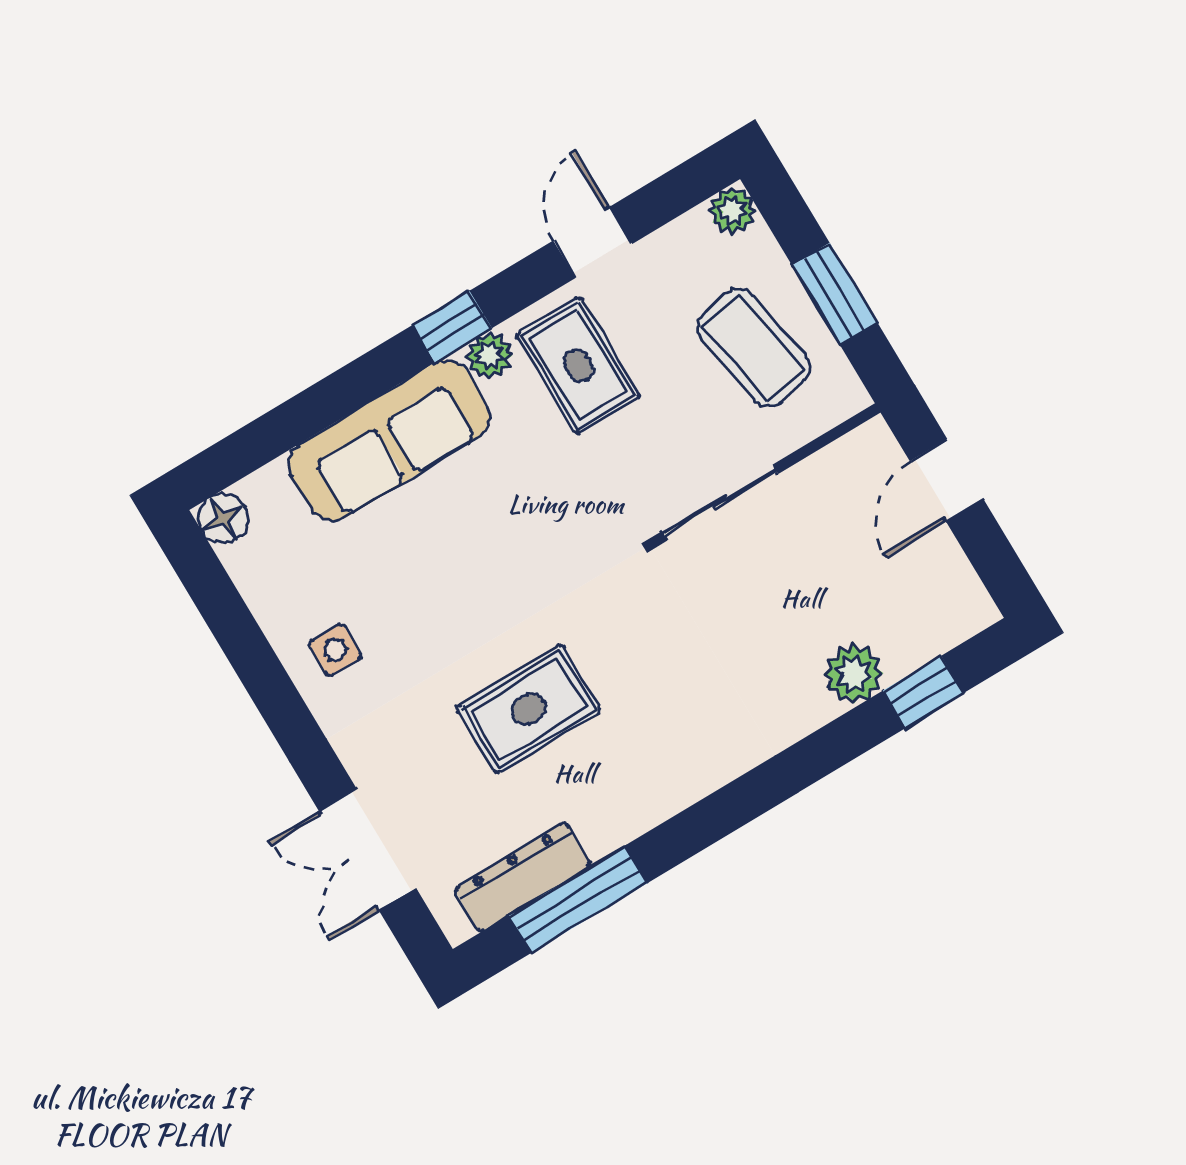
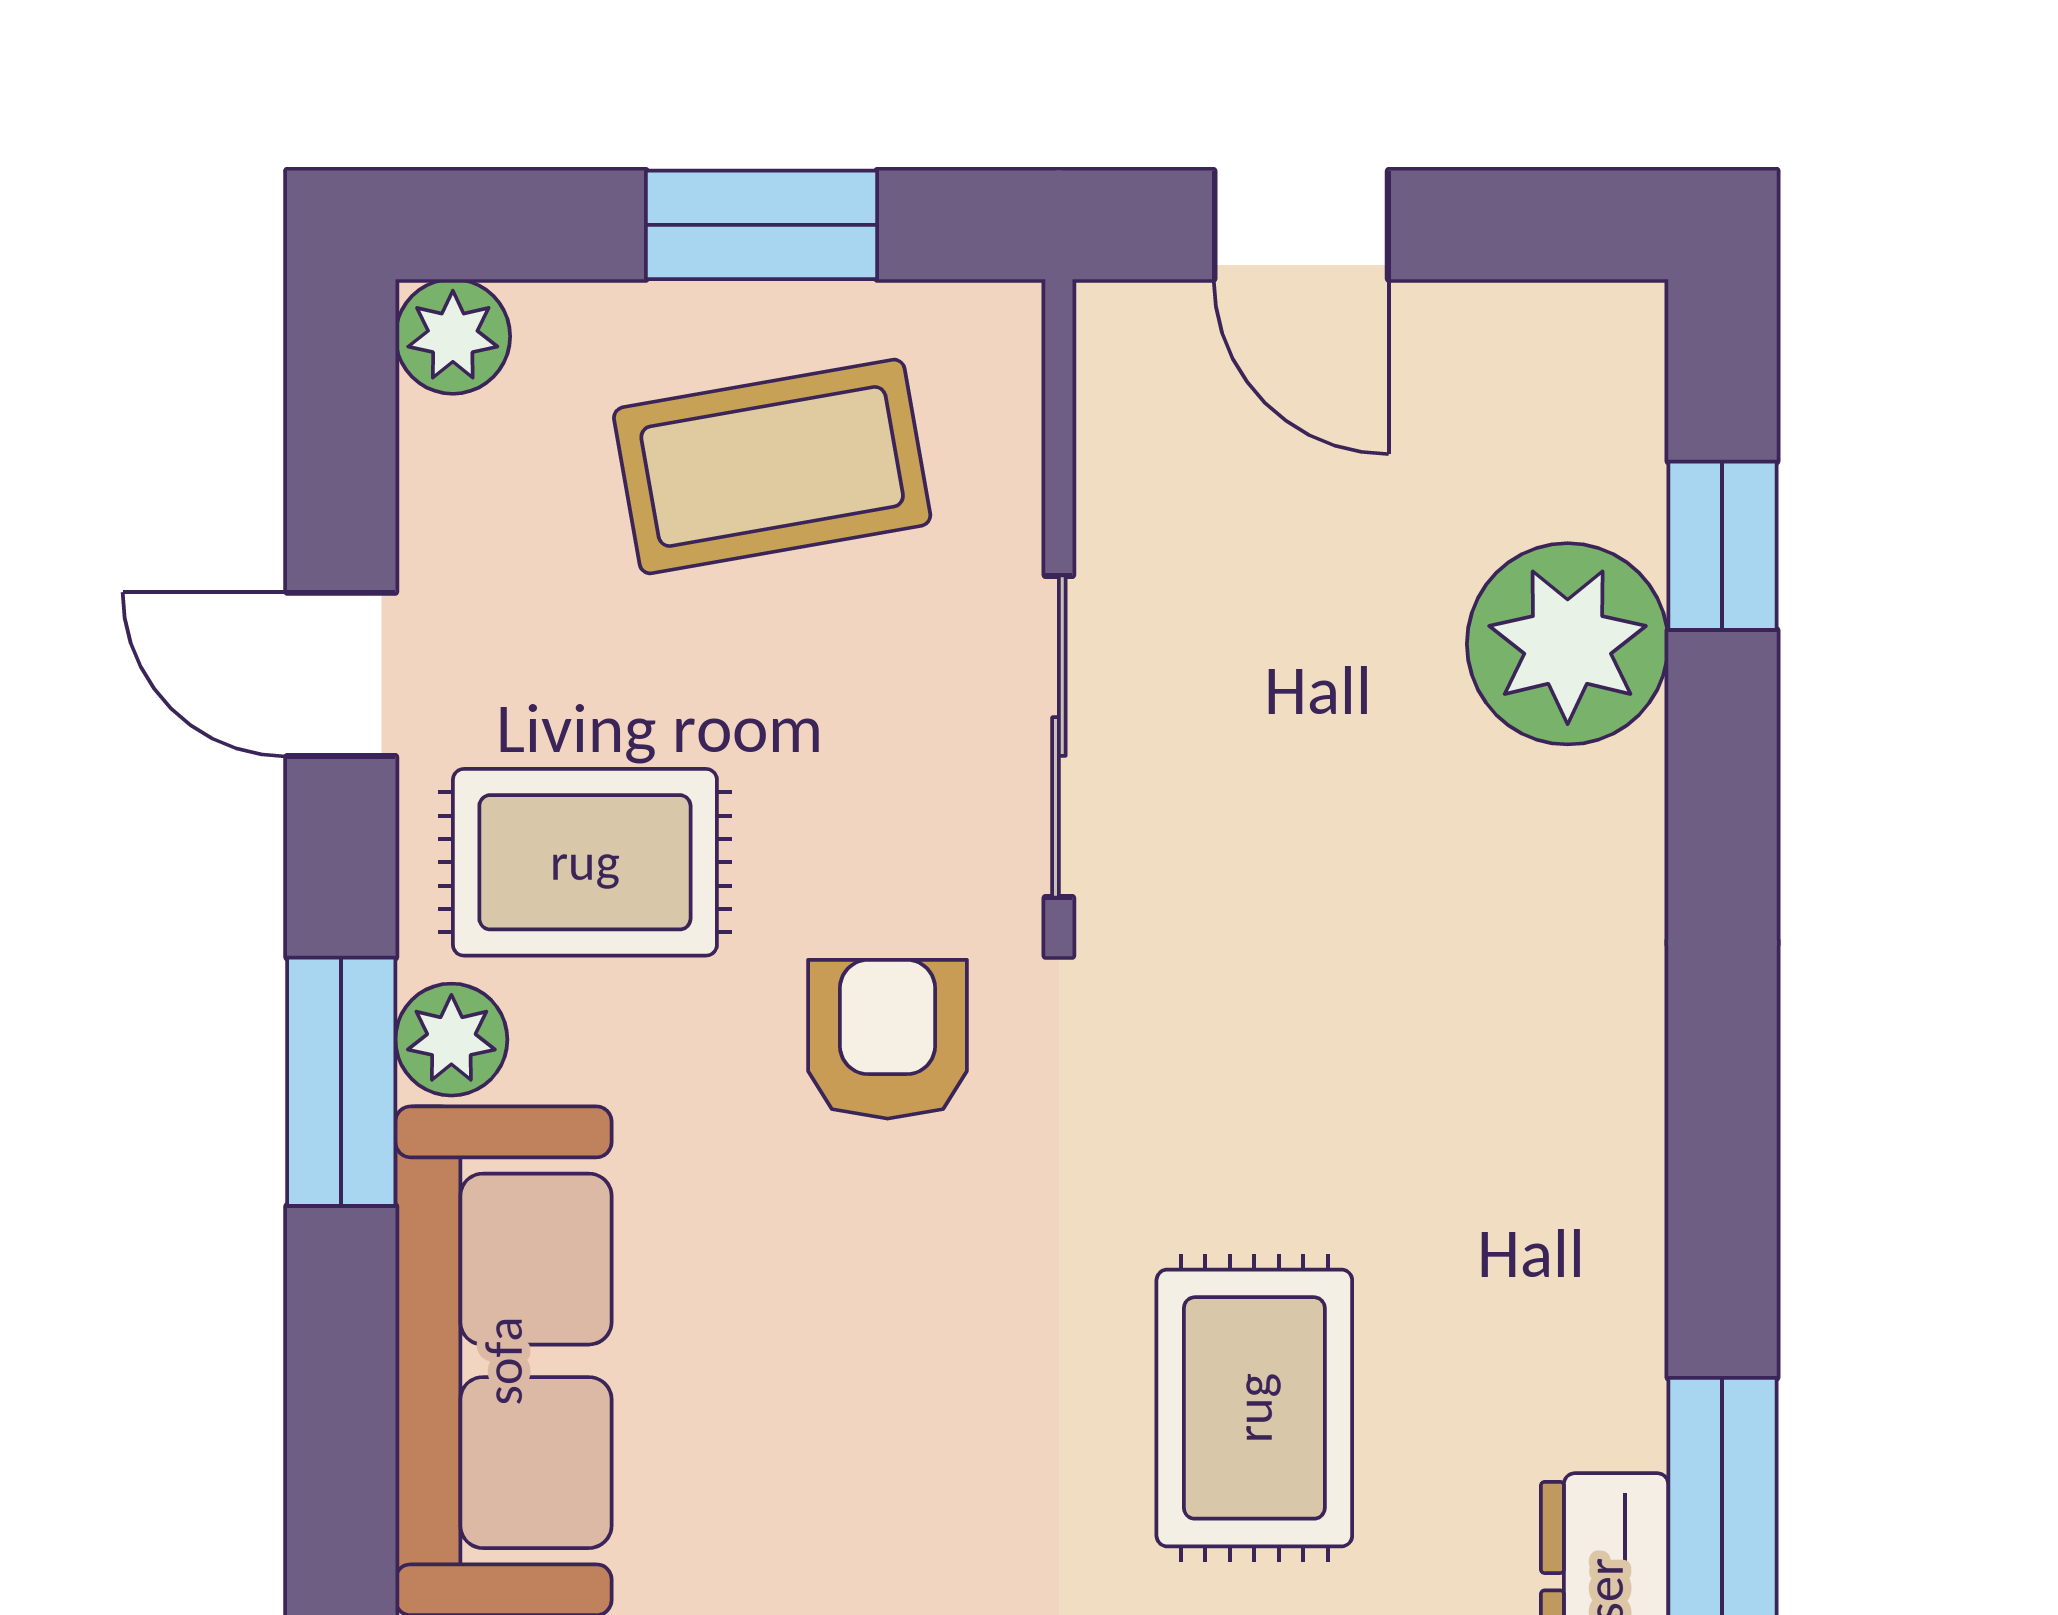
window: (452, 327) -> (341, 1082), width x1.50
armchair: (580, 506) -> (888, 1039), added
plant: (854, 674) -> (1568, 644), width x1.36, depth x1.36

